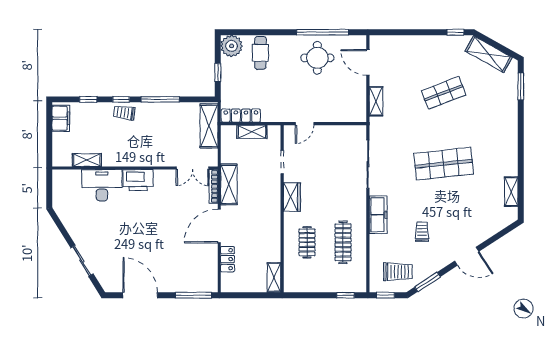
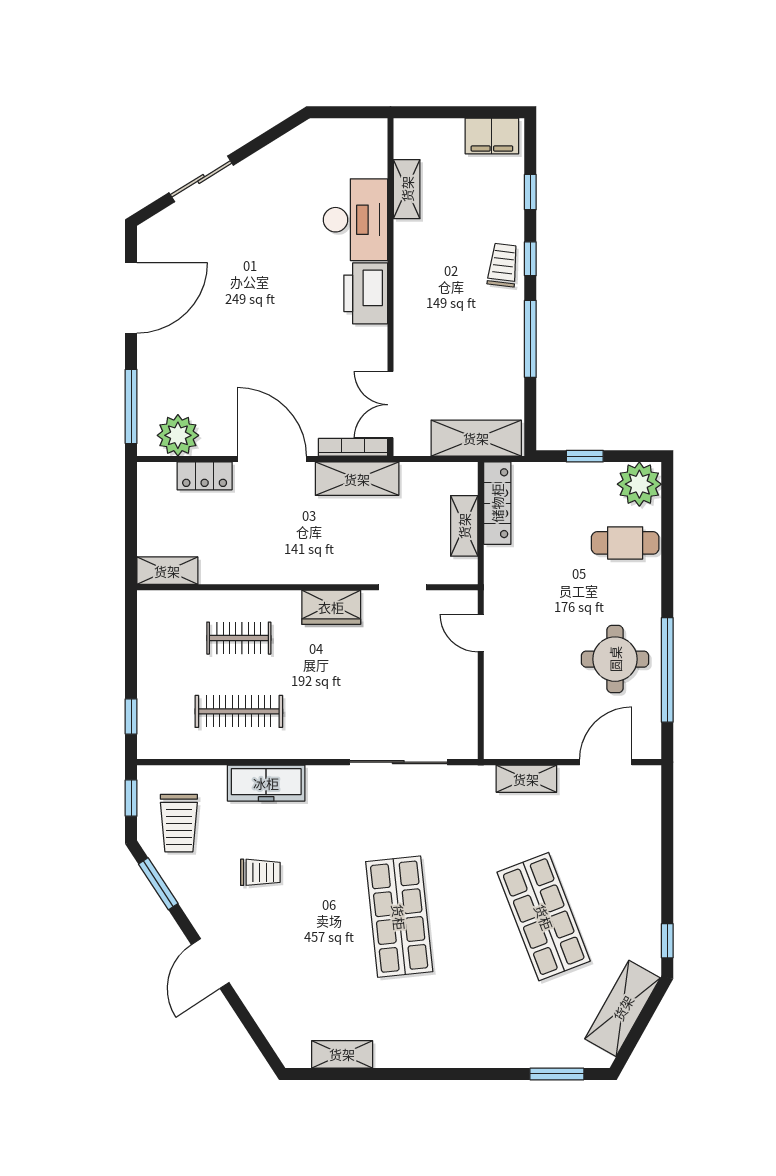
shop shelf: (444, 93) -> (544, 917), width x1.43, depth x1.36
freezer: (378, 215) -> (266, 783), moved
plant: (208, 272) -> (178, 435), added

